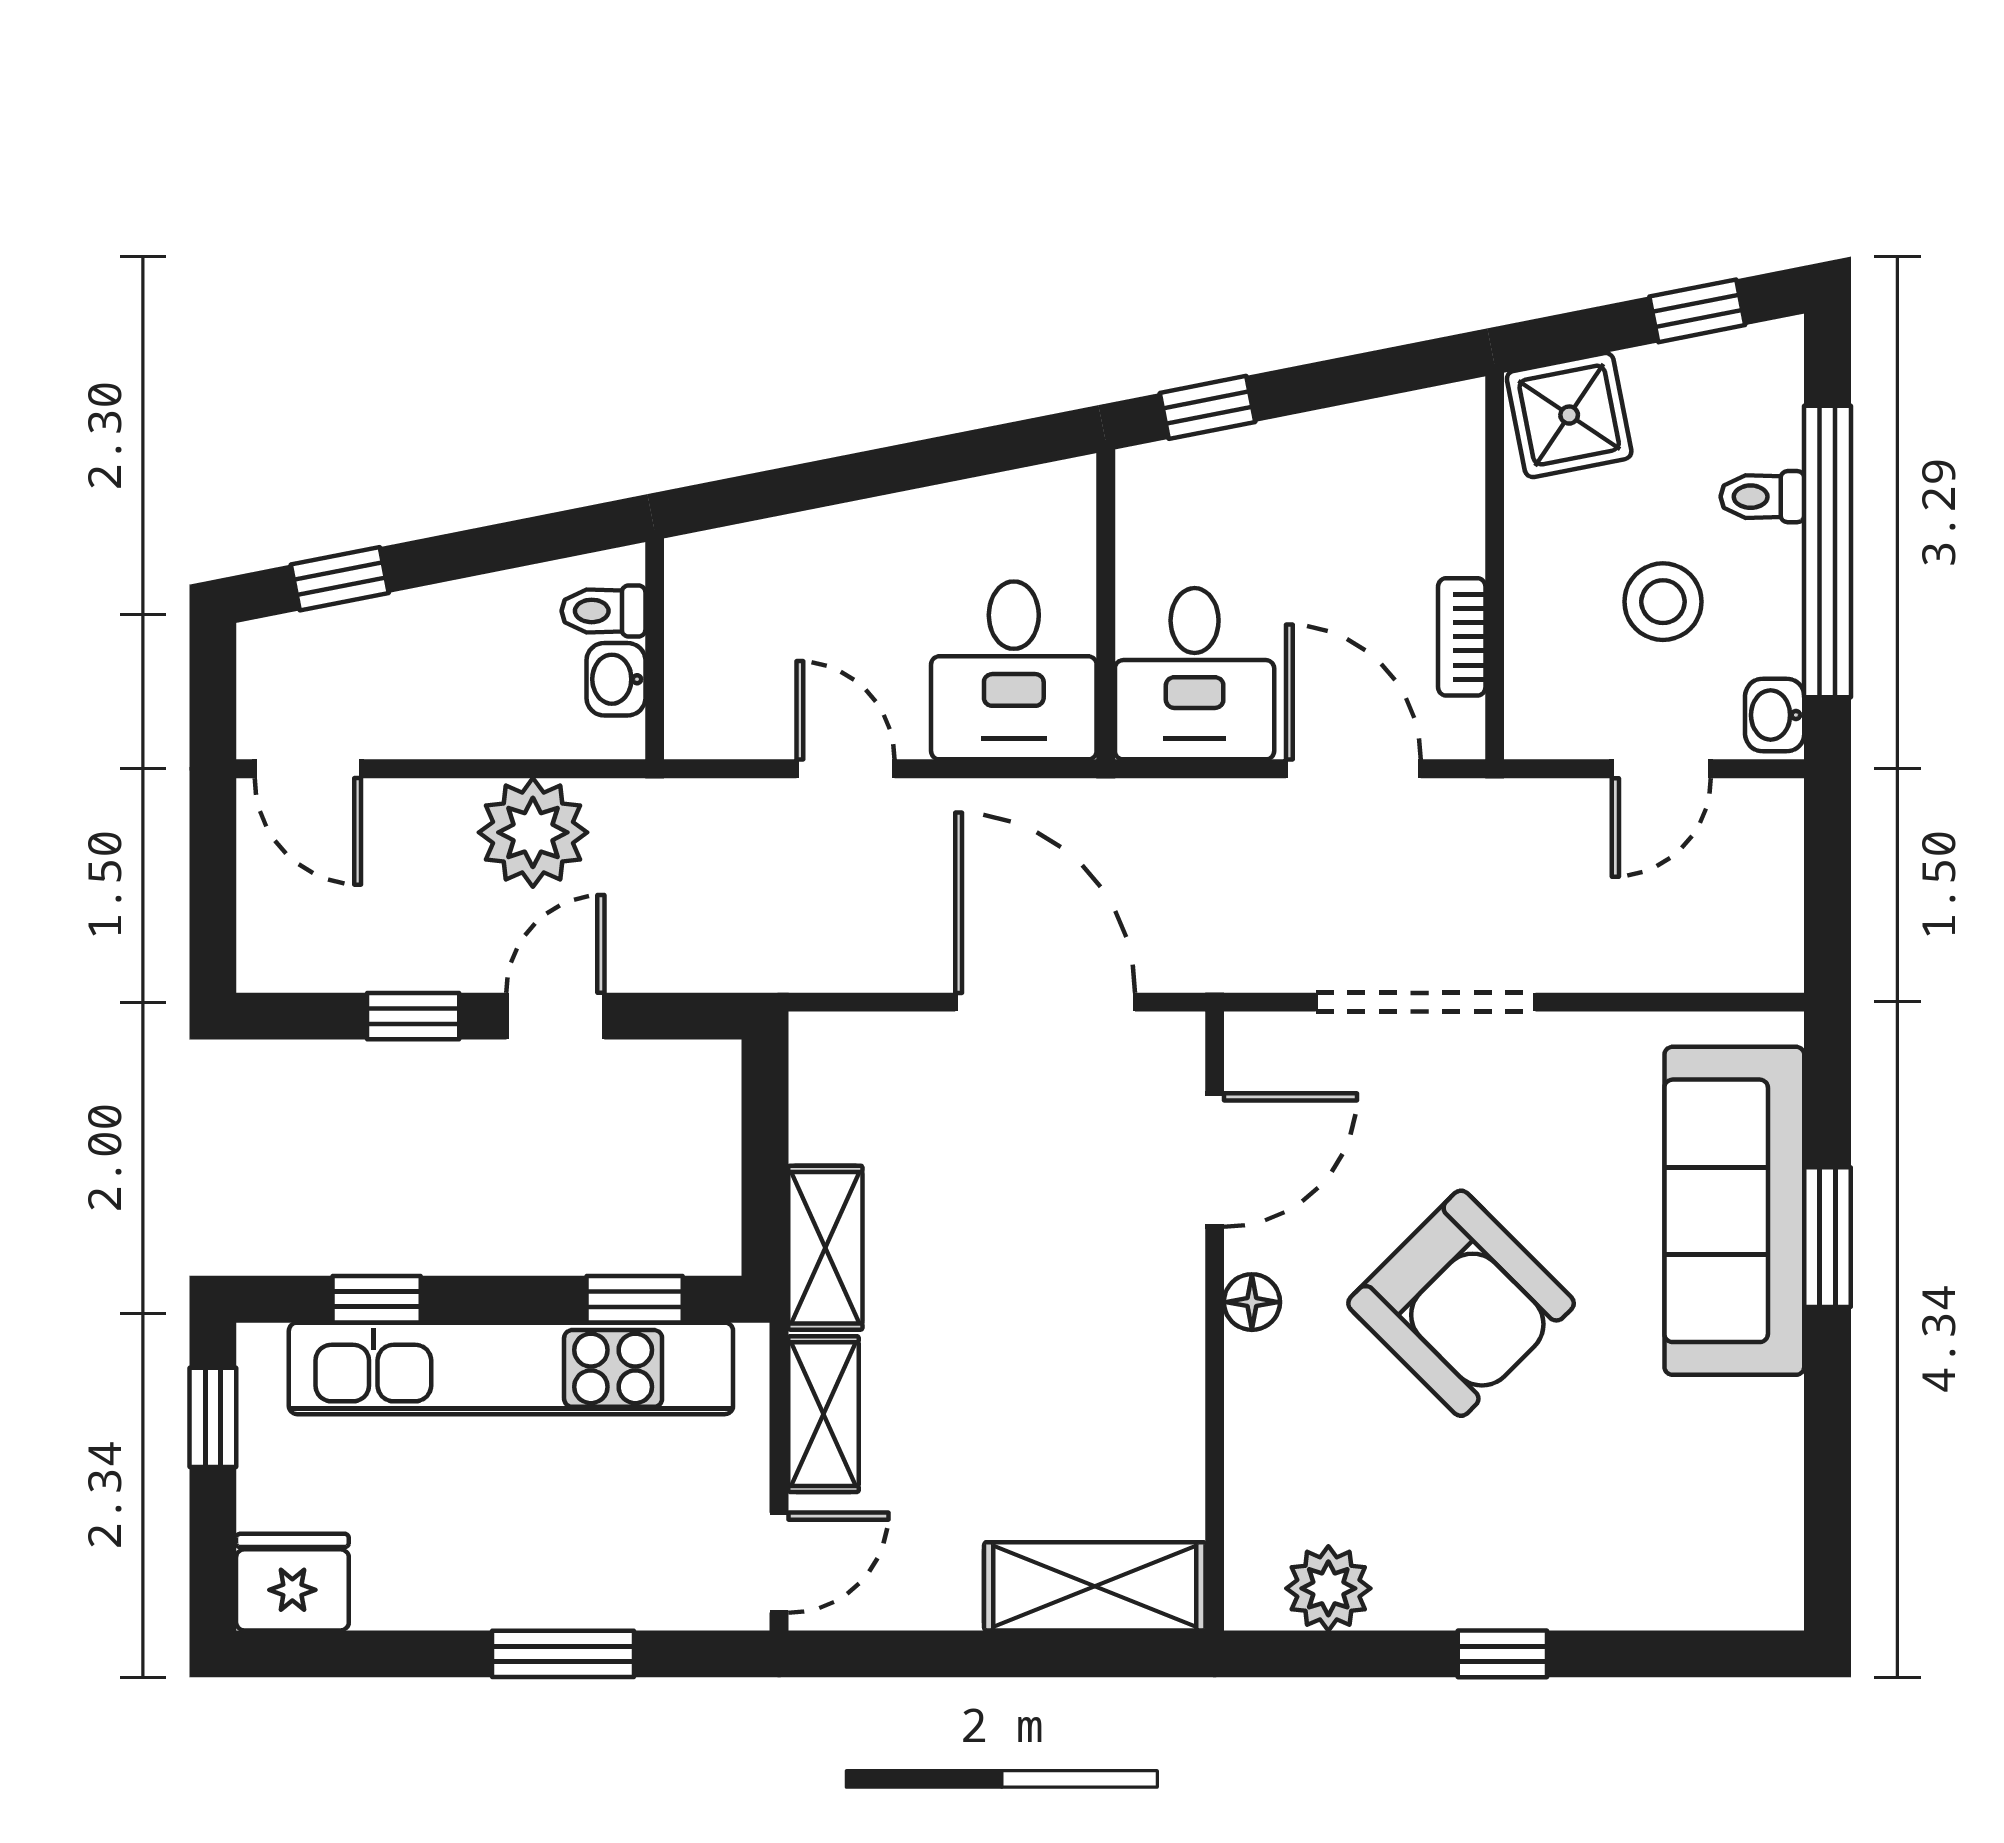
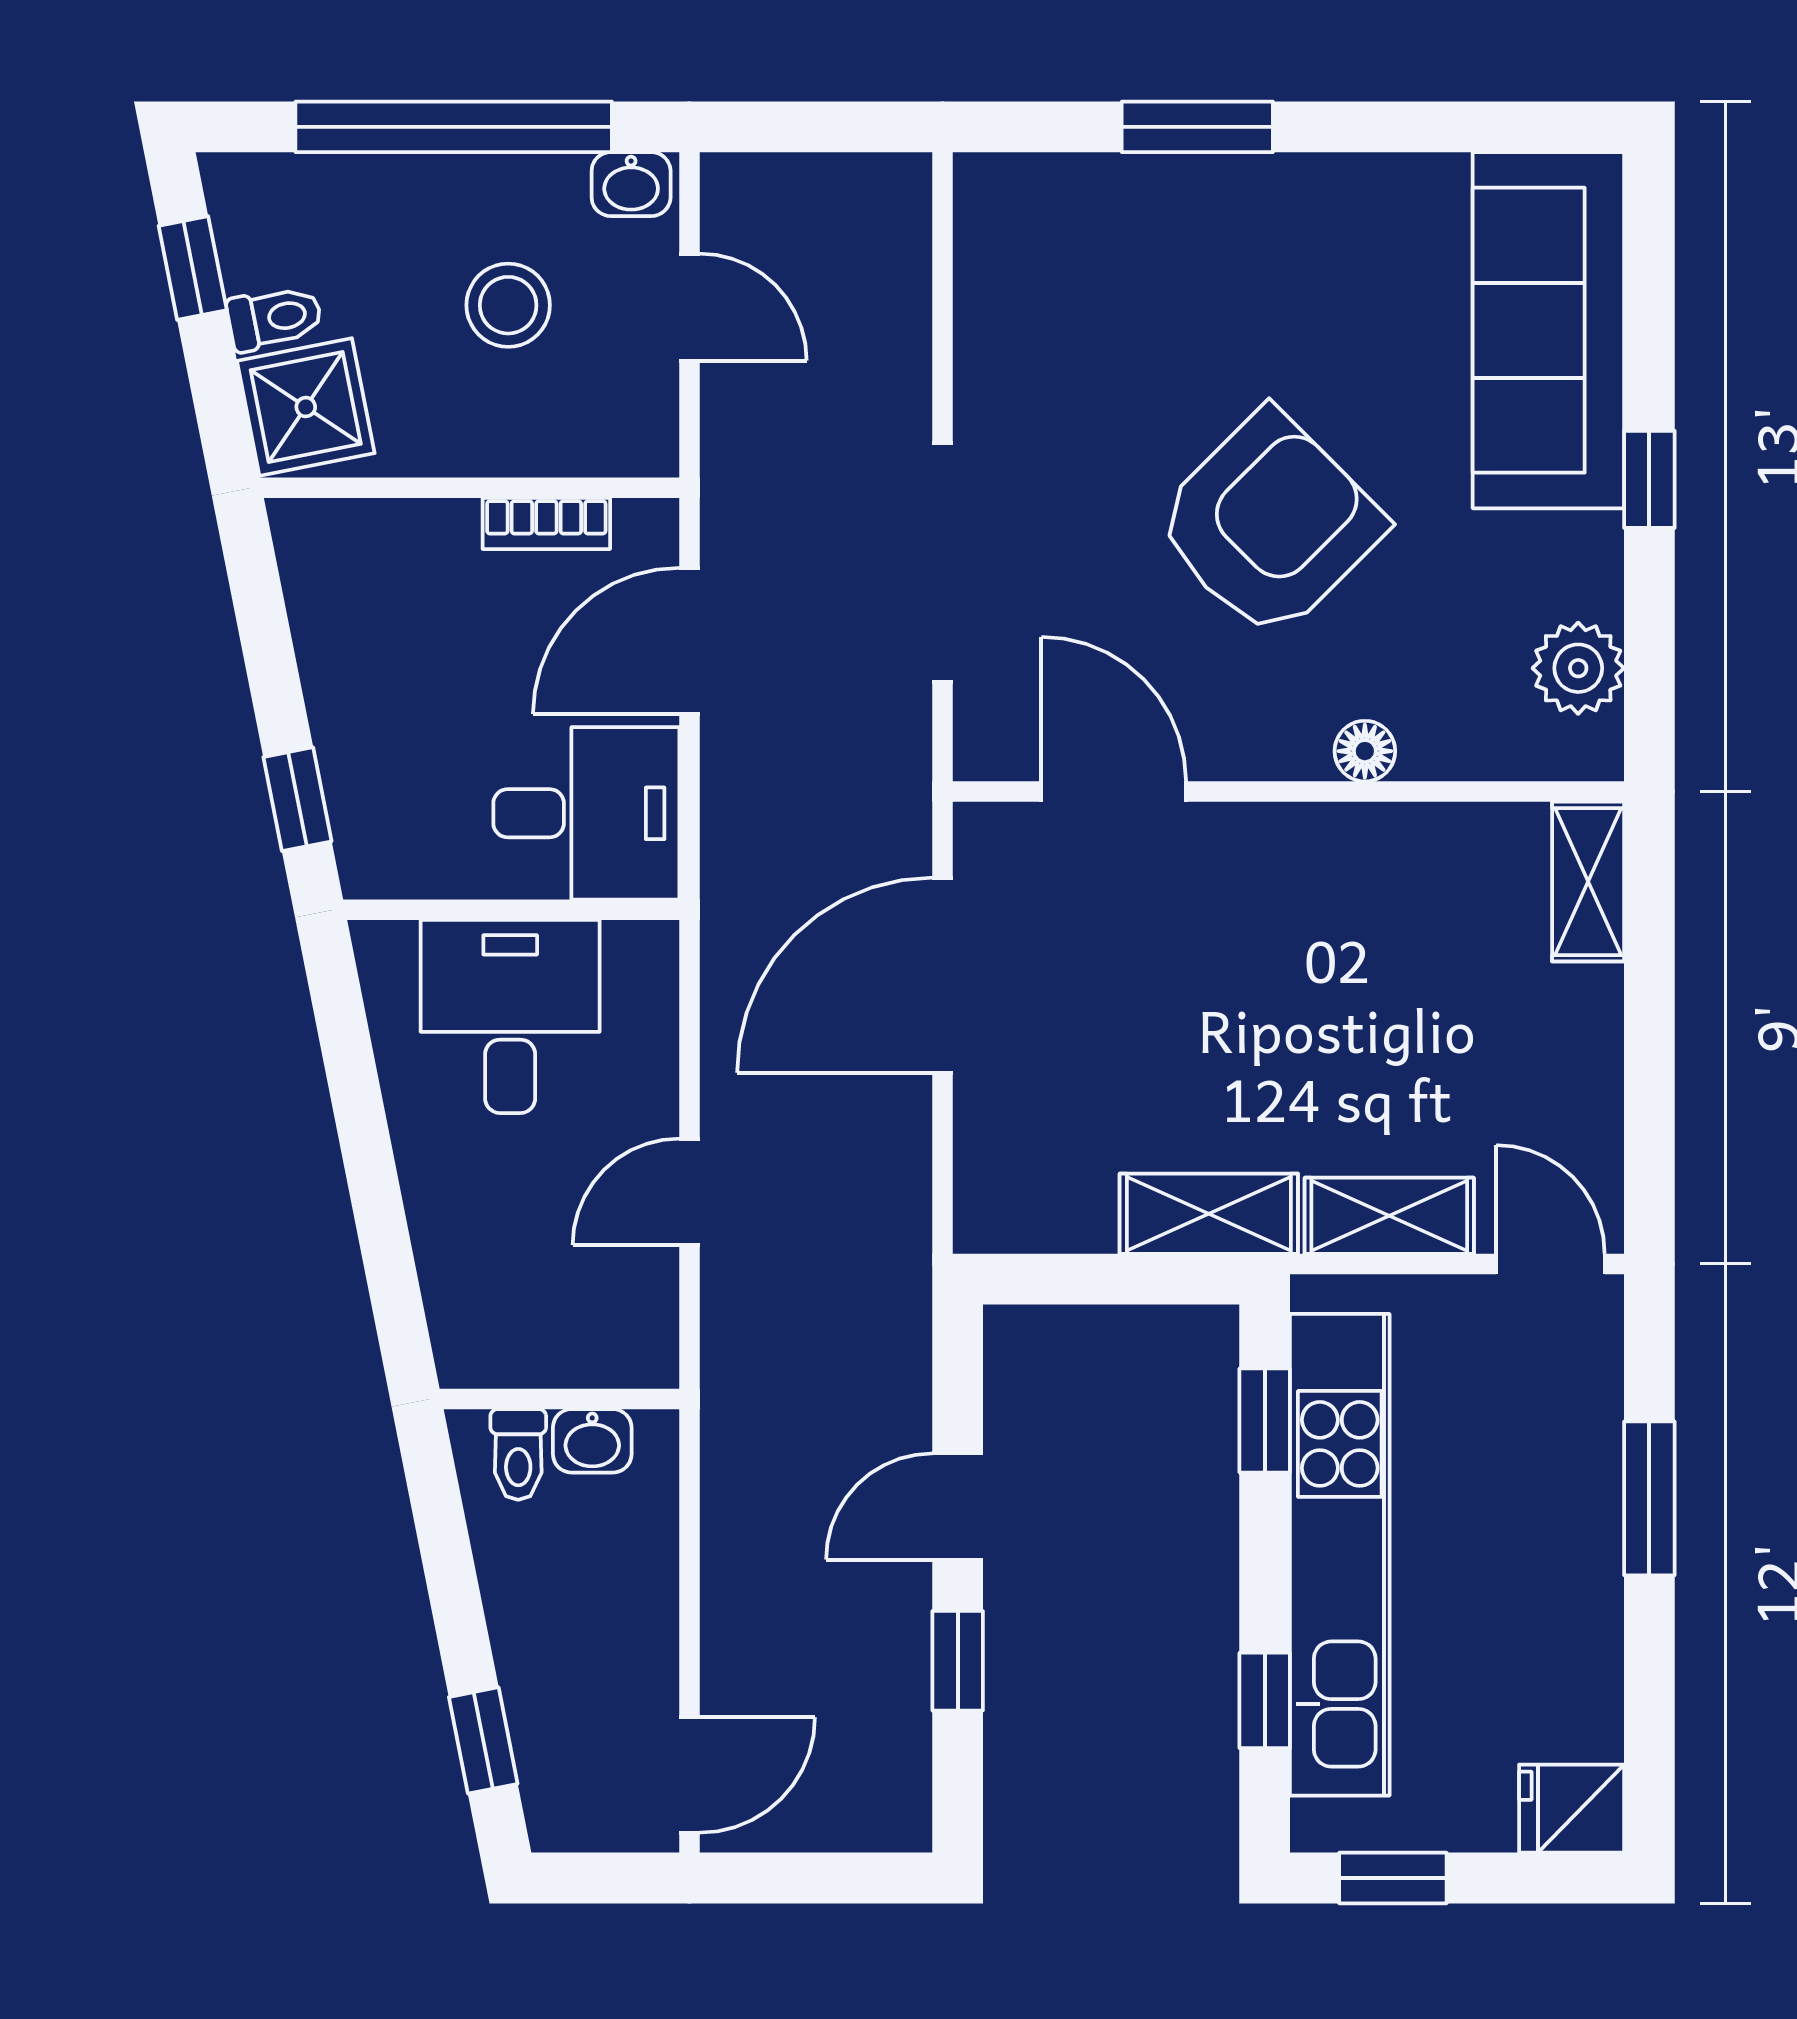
toilet: (1762, 497) -> (275, 318), moved, turned -101
desk: (1014, 670) -> (510, 1016), moved, turned -90
plant: (533, 832) -> (758, 1531), removed
door: (555, 1016) -> (958, 1507), hinge flipped
sofa: (1734, 1211) -> (1548, 330), moved, turned 90
floor lamp: (1252, 1302) -> (1365, 751), moved
fridge: (292, 1582) -> (1572, 1809), width x0.72
shelving: (1095, 1586) -> (1588, 882), width x0.67, depth x0.75

